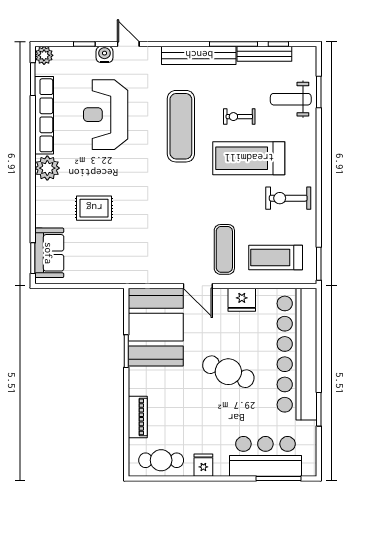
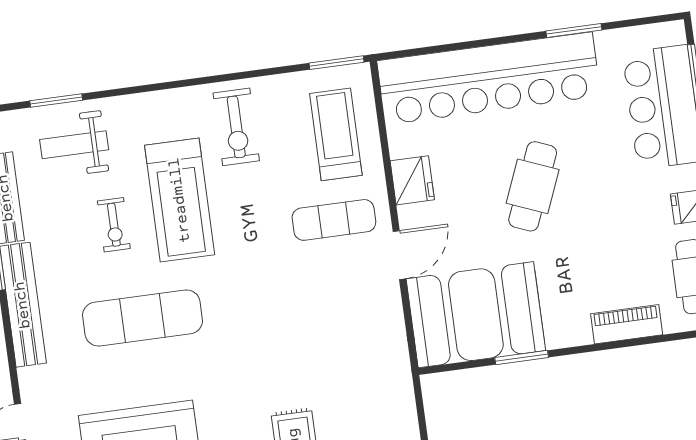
weight bench: (291, 99) -> (74, 145), turned 90
treadmill: (276, 257) -> (336, 134), turned 180

